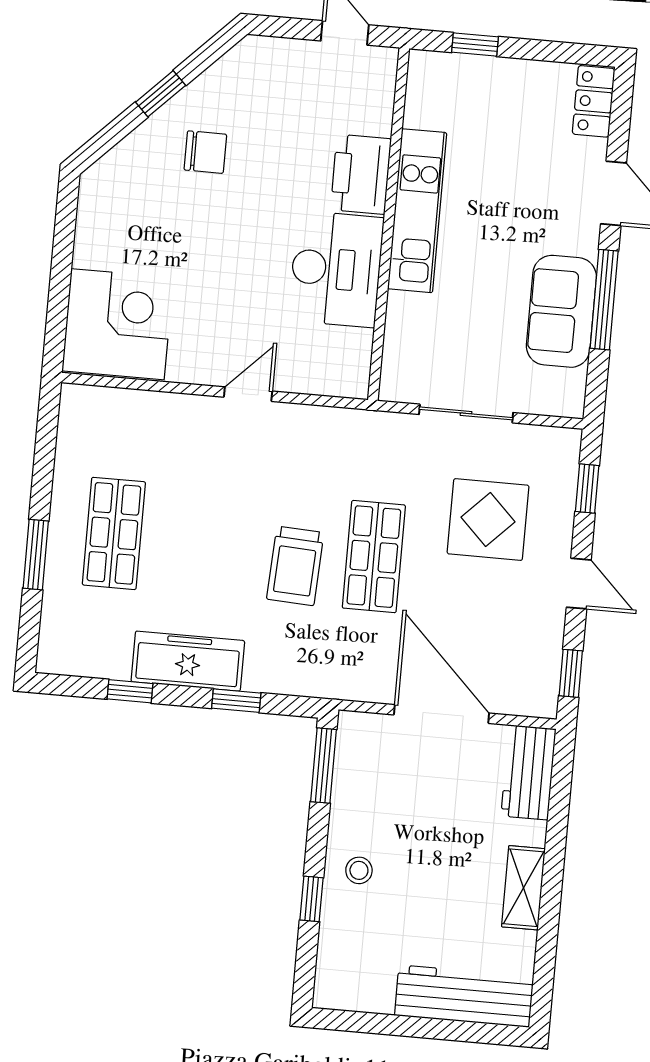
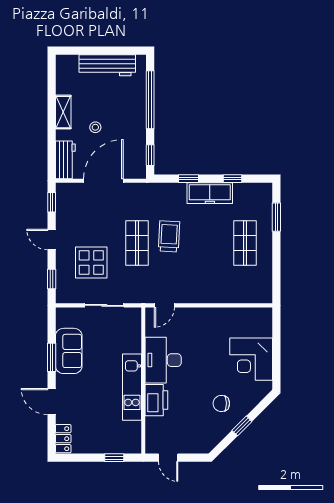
window: (604, 300) -> (52, 357), width x0.69
corner desk: (118, 324) -> (251, 359), moved
door: (248, 394) -> (164, 305), moved
window: (36, 555) -> (276, 217), moved
door: (442, 714) -> (103, 181), swing flipped
window: (323, 766) -> (150, 155), width x0.67
stool: (359, 870) -> (95, 127), moved
window: (312, 899) -> (150, 100), width x3.17
workbench: (464, 996) -> (107, 65), moved

